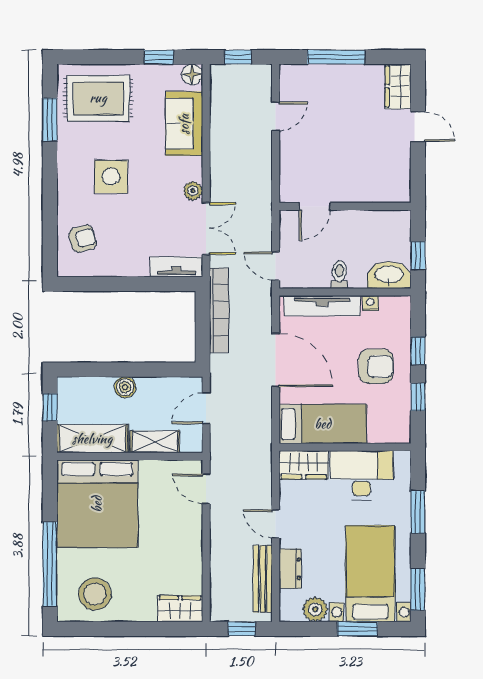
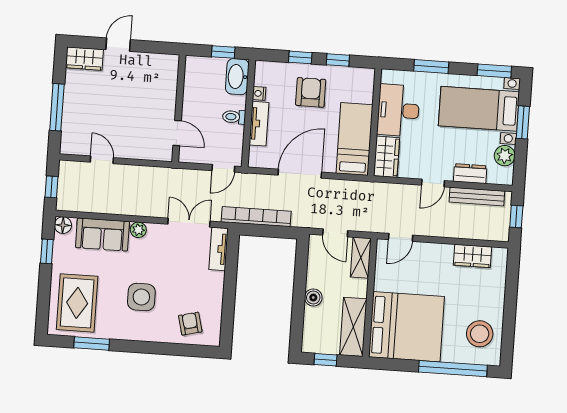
plant: (193, 191) -> (138, 230), moved
tv unit: (322, 306) -> (259, 124), width x0.71
shelving: (155, 442) -> (361, 258), moved
wardrobe: (180, 609) -> (473, 256), moved, turned -90

